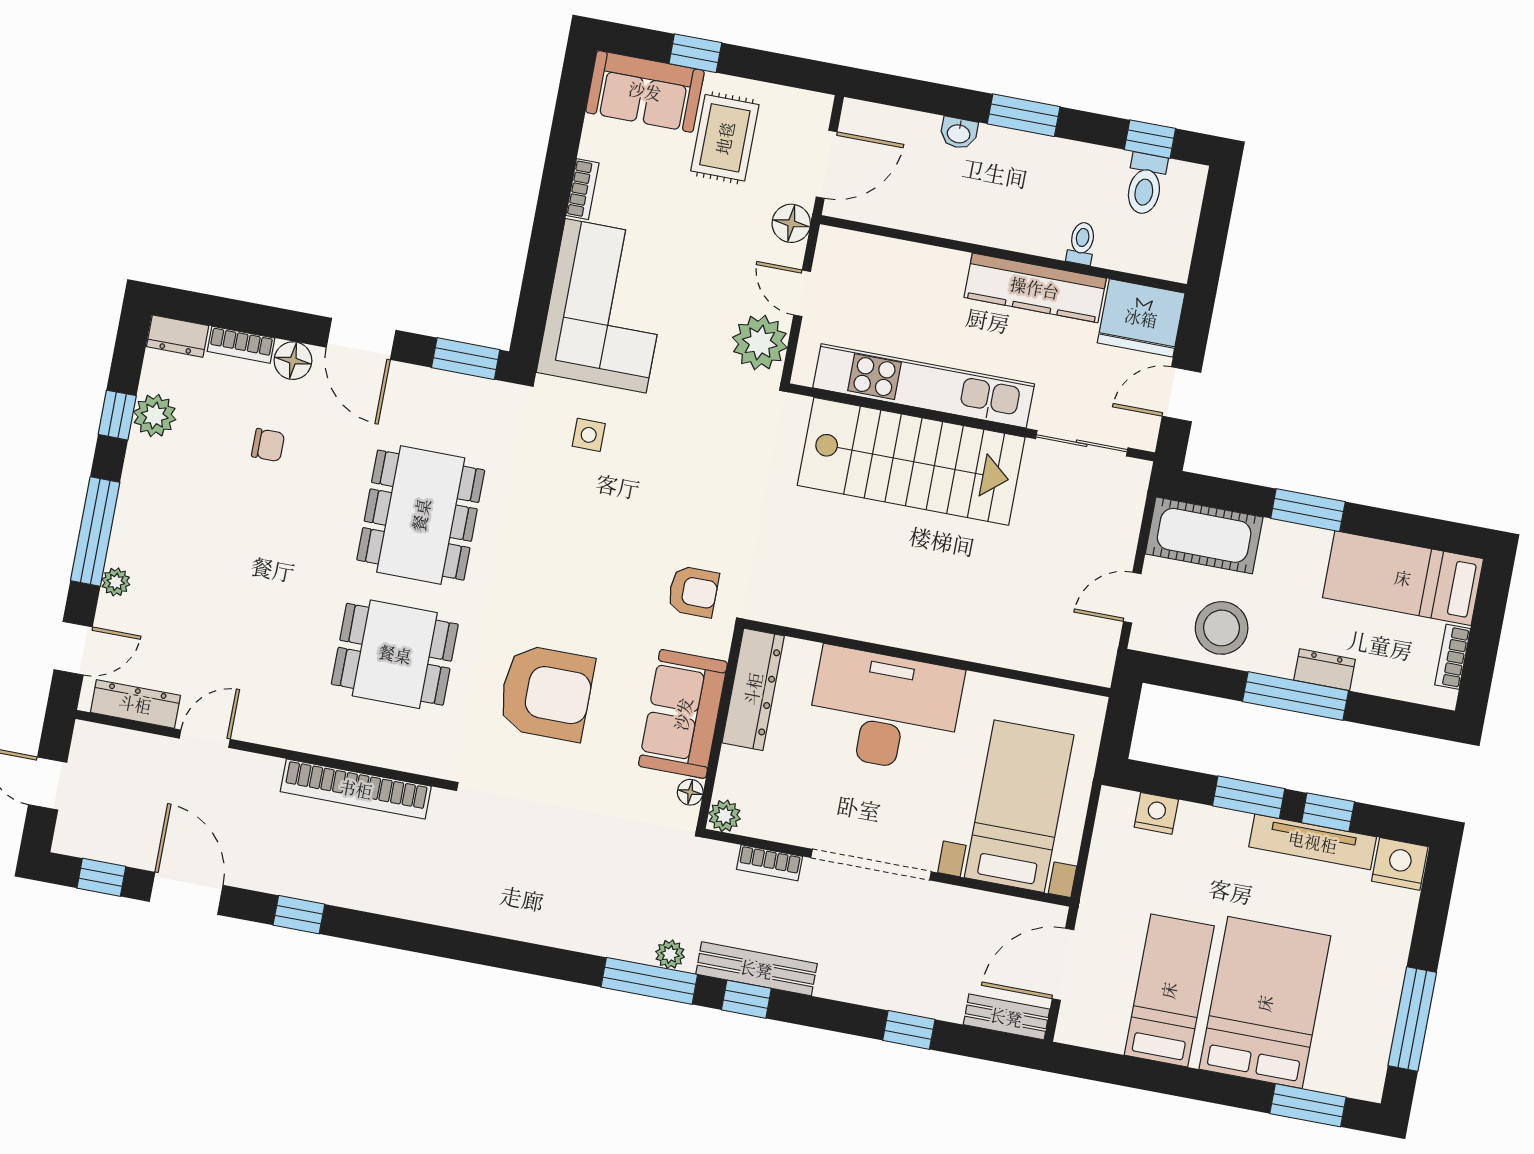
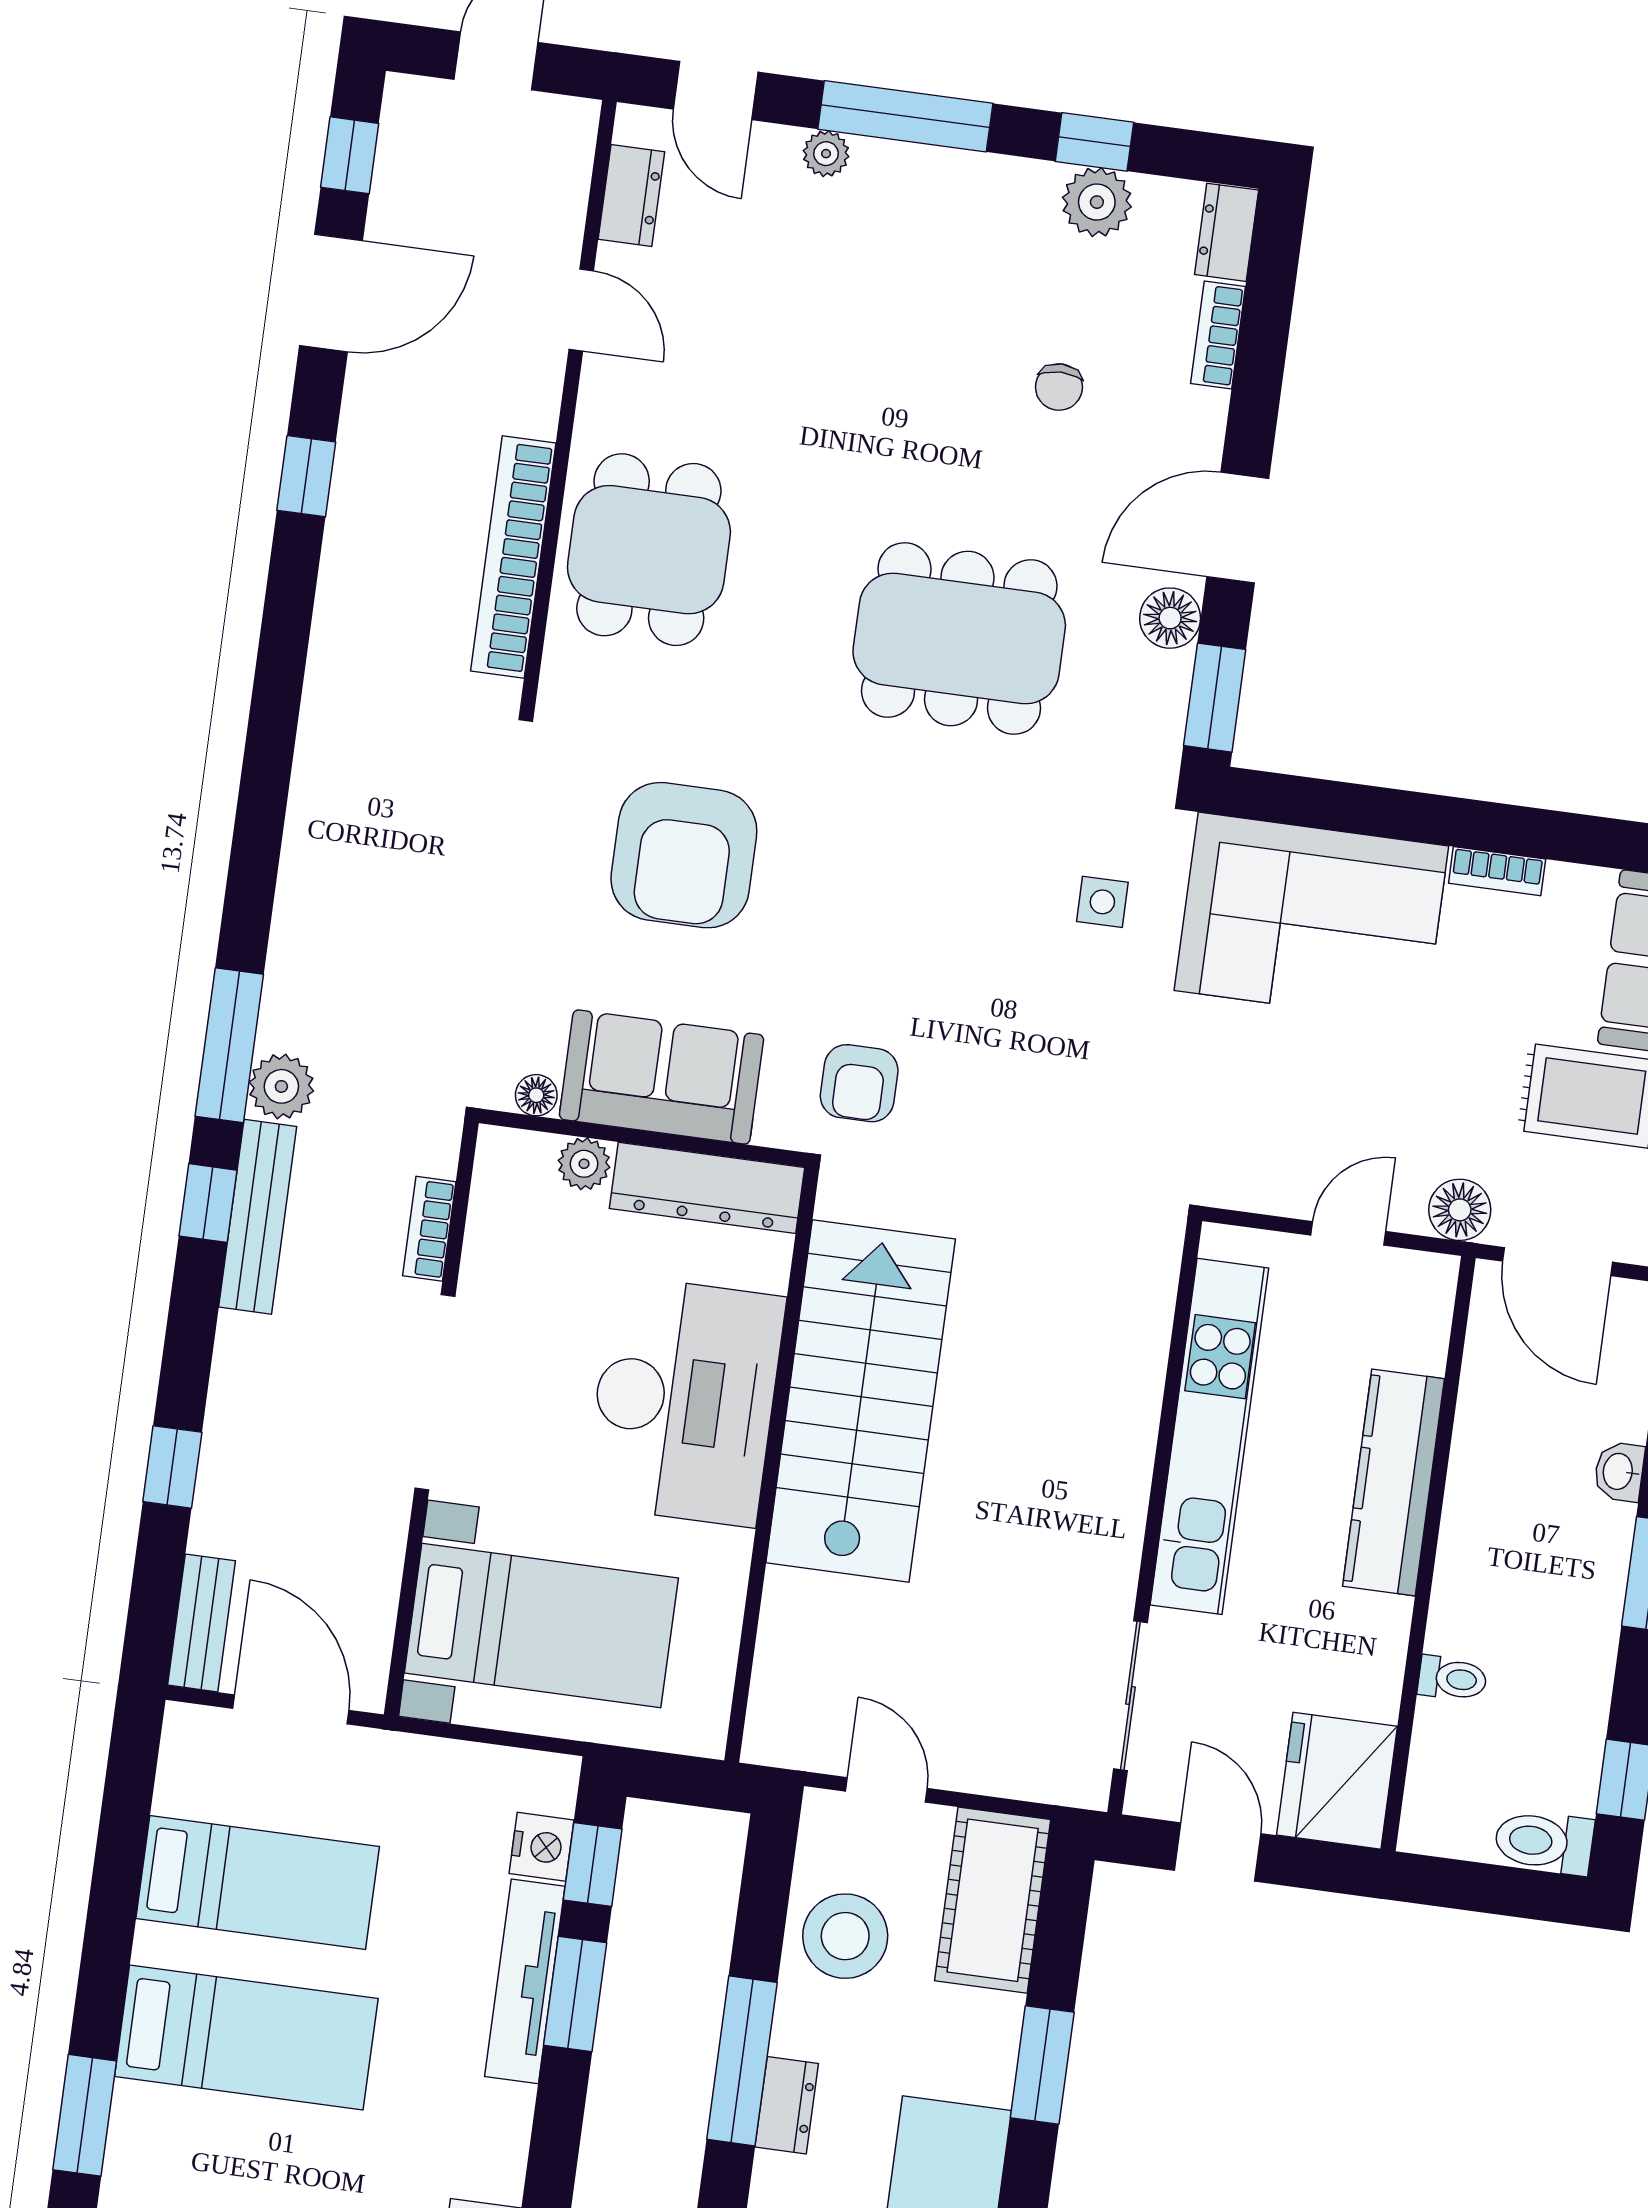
toilet: (1145, 184) -> (1544, 1842), moved
kitchen counter: (1035, 288) -> (1394, 1482), moved
plant: (760, 343) -> (1265, 1169), removed
floor lamp: (293, 361) -> (1170, 618), moved
stairs: (911, 461) -> (861, 1401), moved, turned 180
dining table: (395, 654) -> (649, 550), moved
dresser: (135, 704) -> (631, 195), width x0.70
window: (1328, 812) -> (593, 1864), moved
plant: (725, 816) -> (584, 1164), moved
tv unit: (1313, 842) -> (525, 1981), moved
plant: (670, 954) -> (281, 1086), width x1.38, depth x1.38
bed: (1265, 1003) -> (246, 2037), width x0.67

